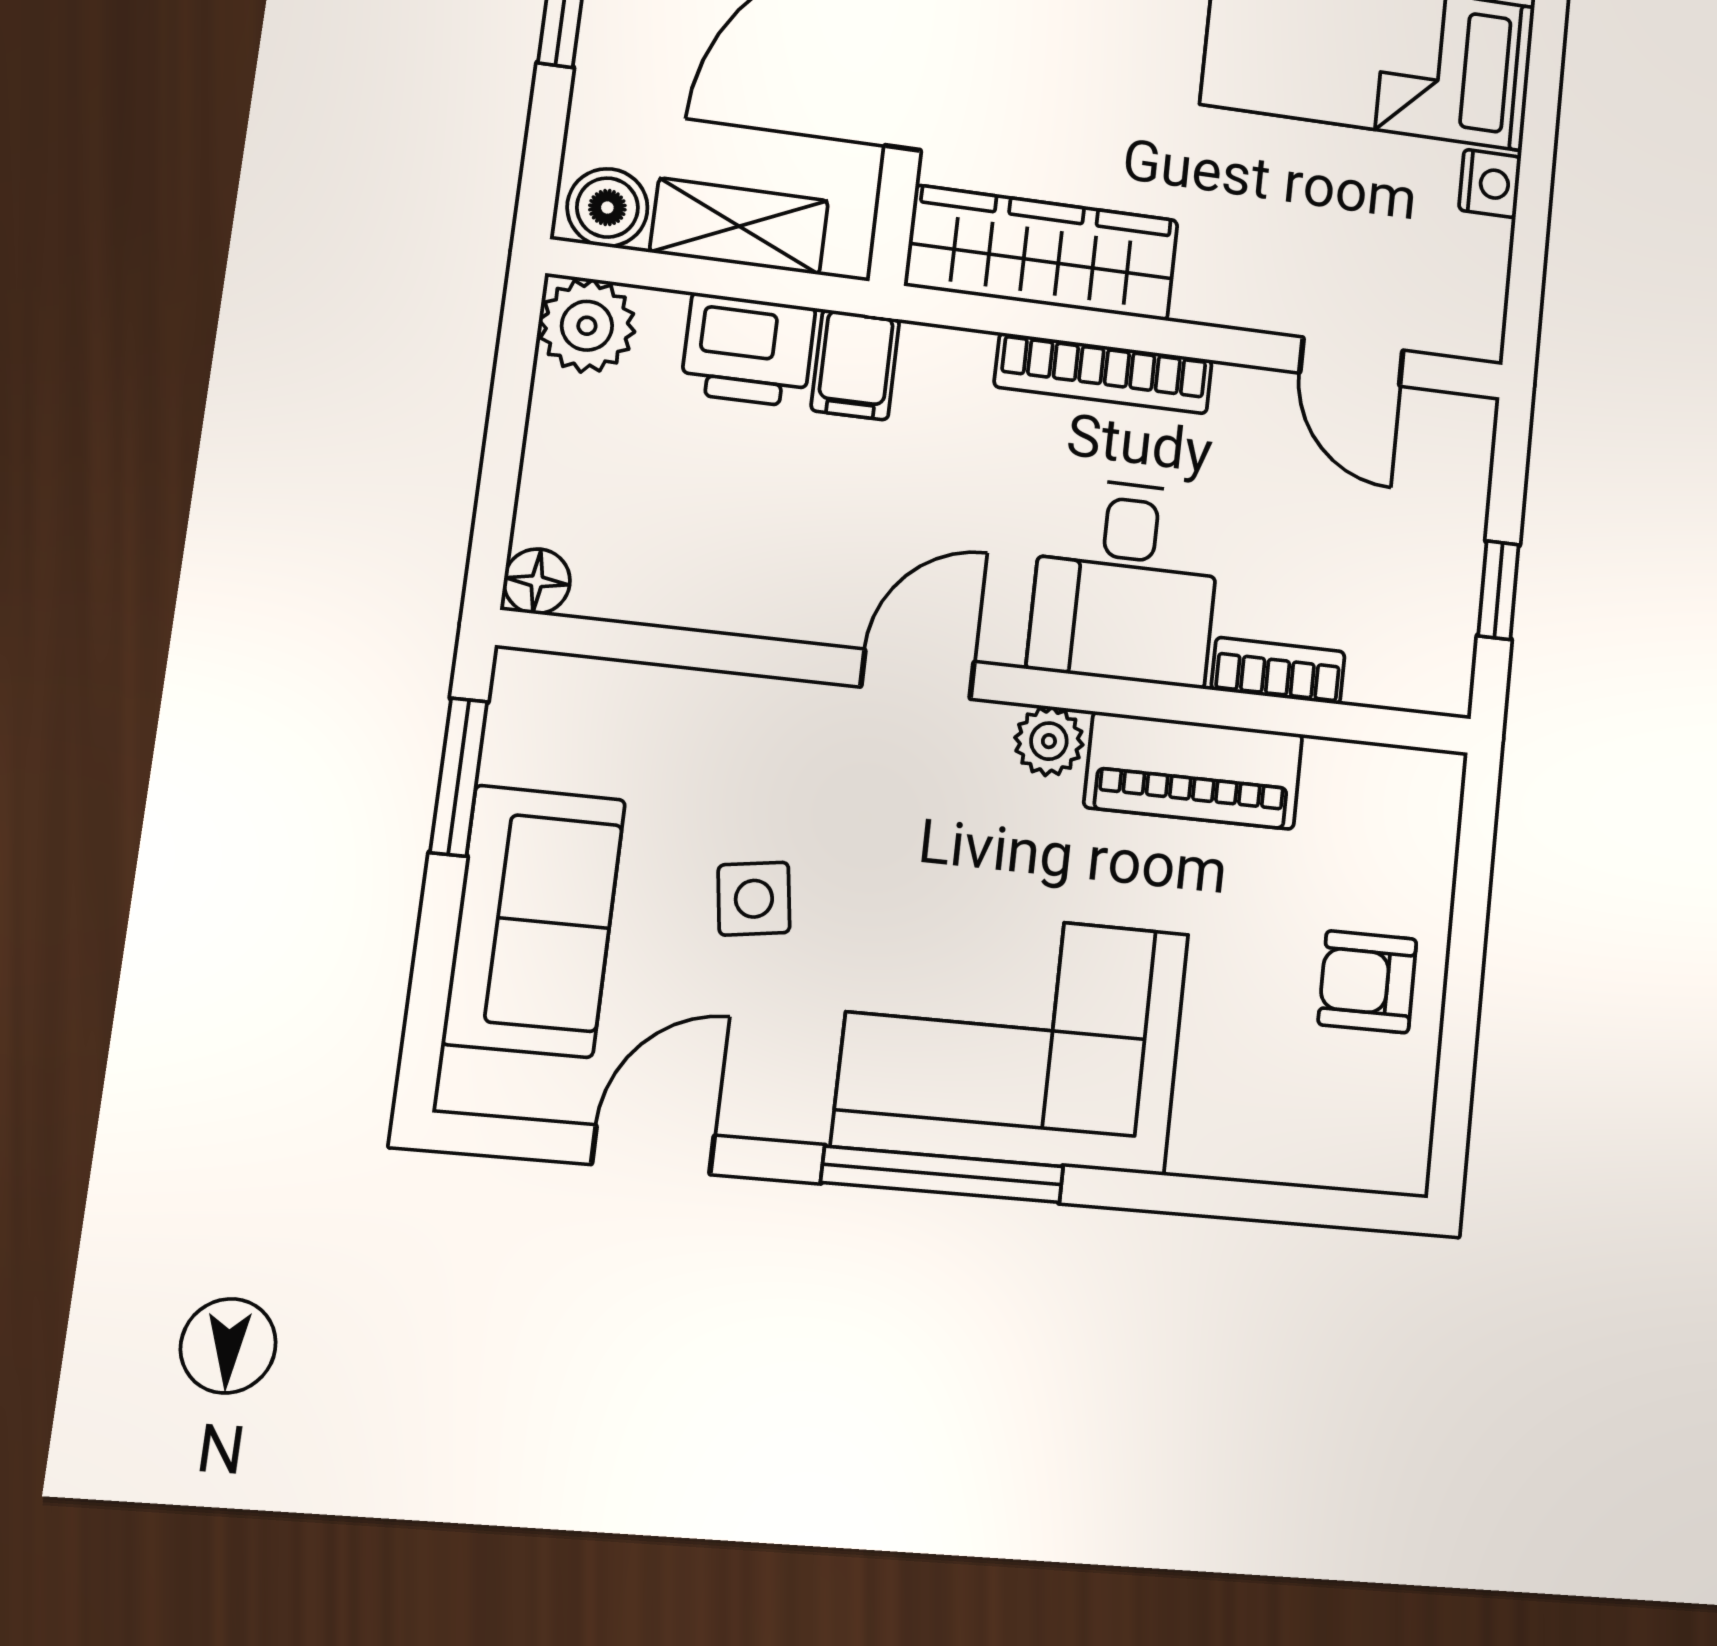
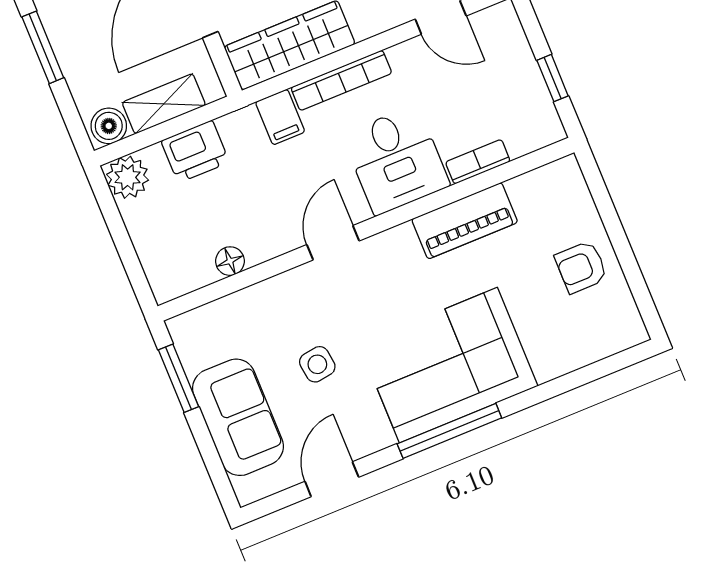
filing cabinet: (855, 365) -> (280, 117), moved
floor lamp: (537, 581) -> (230, 261), moved
plant: (1049, 741) -> (400, 241), removed

